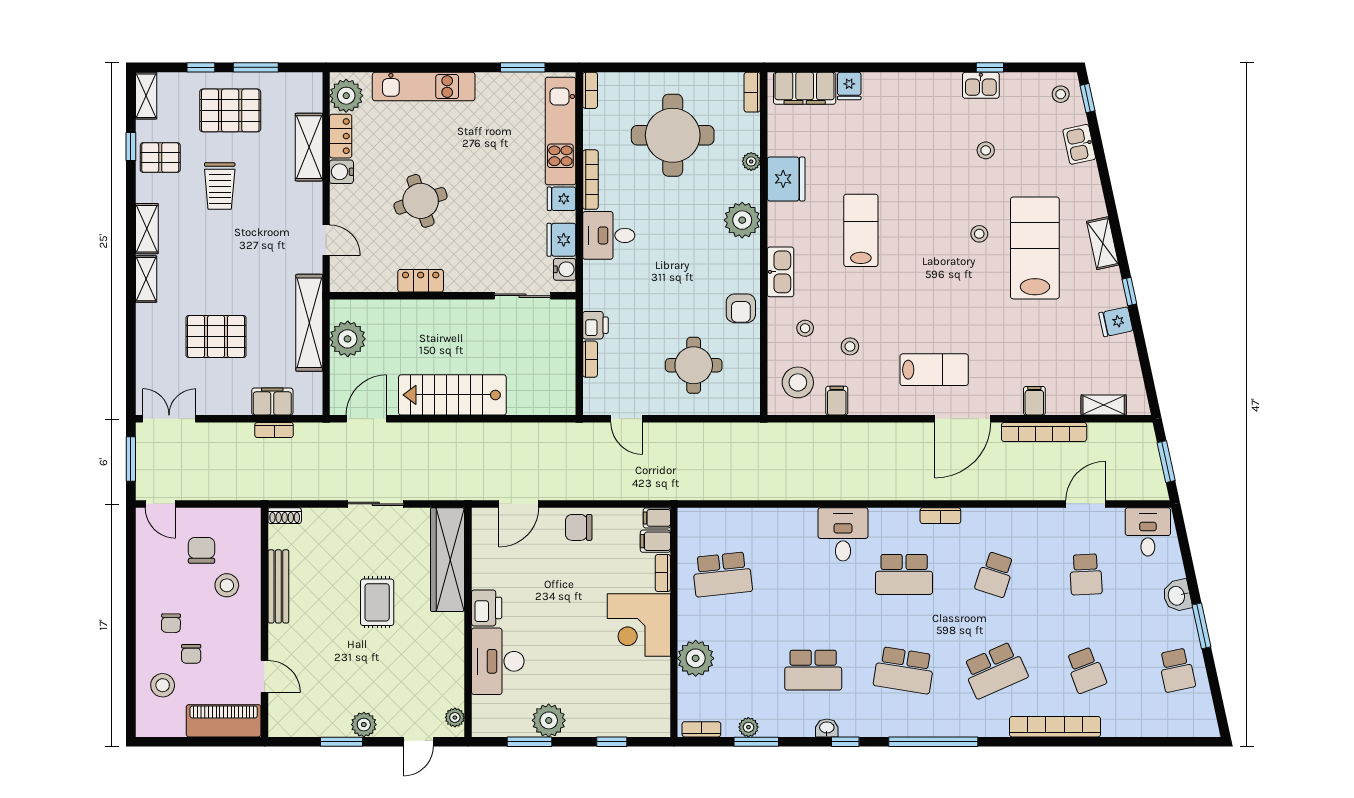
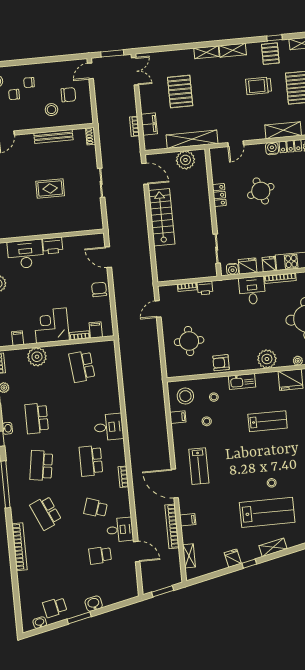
filing cabinet: (657, 518) -> (18, 338), moved
desk: (1148, 532) -> (120, 530), moved
wardrobe: (448, 560) -> (76, 223), removed
school desk: (1086, 670) -> (50, 560), removed
washbasin: (1203, 702) -> (40, 623), added

